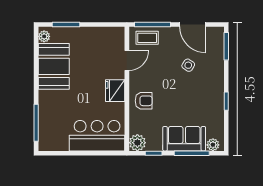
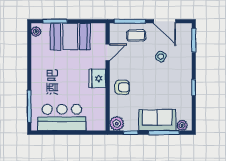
coffee table: (147, 38) -> (136, 36), moved
booth: (54, 66) -> (70, 37), moved, turned 90
bar counter: (97, 136) -> (62, 117), moved

